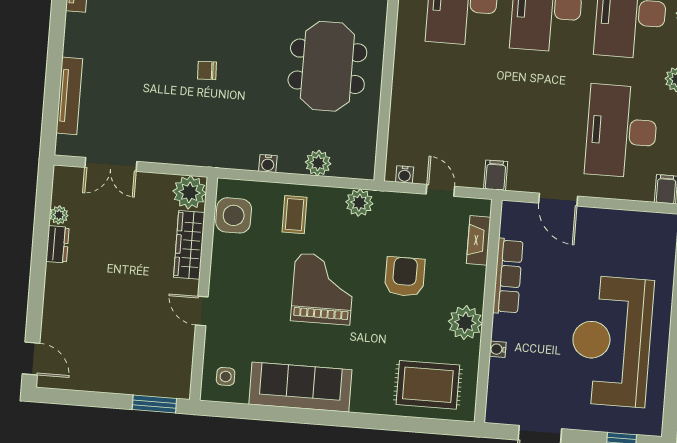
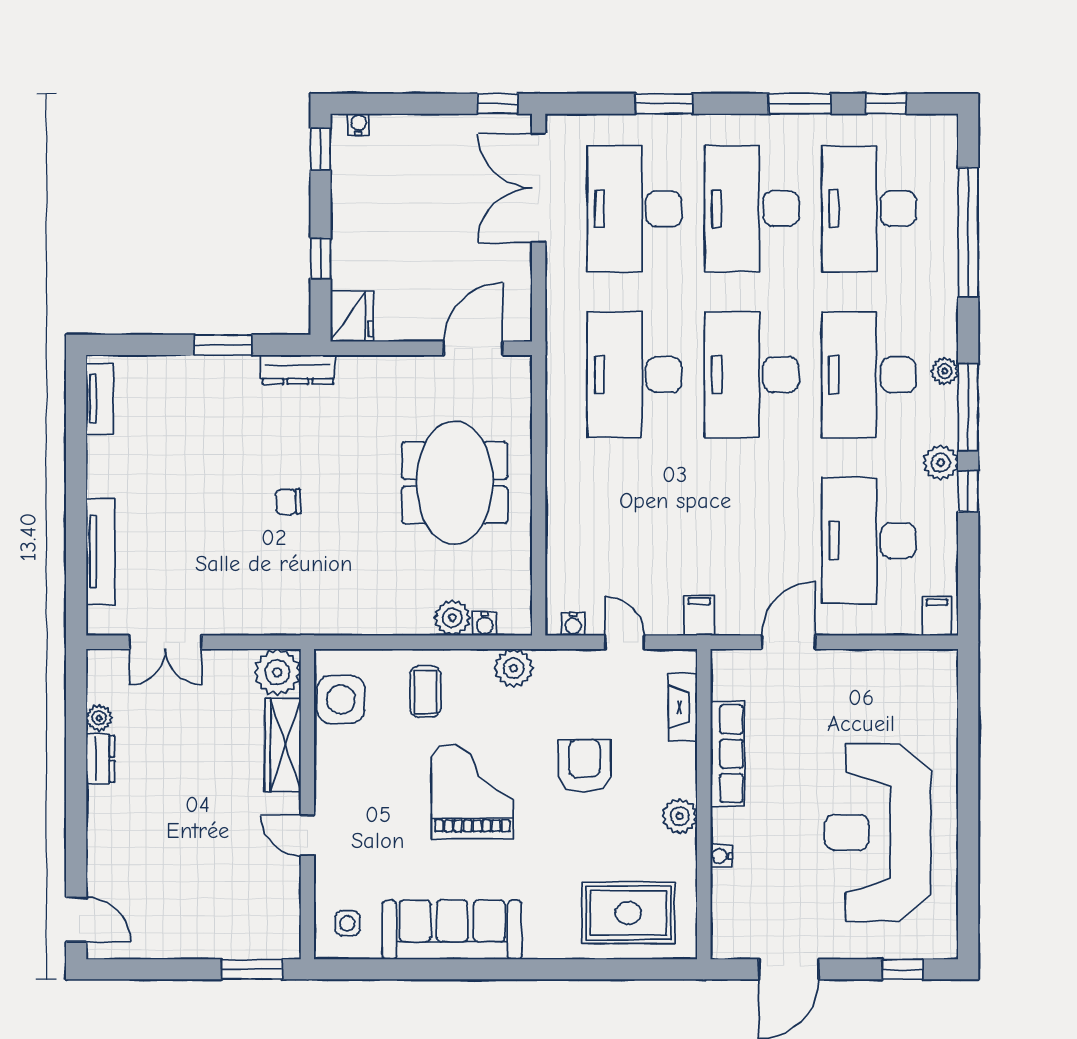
water cooler: (268, 163) -> (485, 624), moved
door: (558, 200) -> (789, 642), swing flipped
plant: (465, 323) -> (680, 816), width x0.73, depth x0.73

